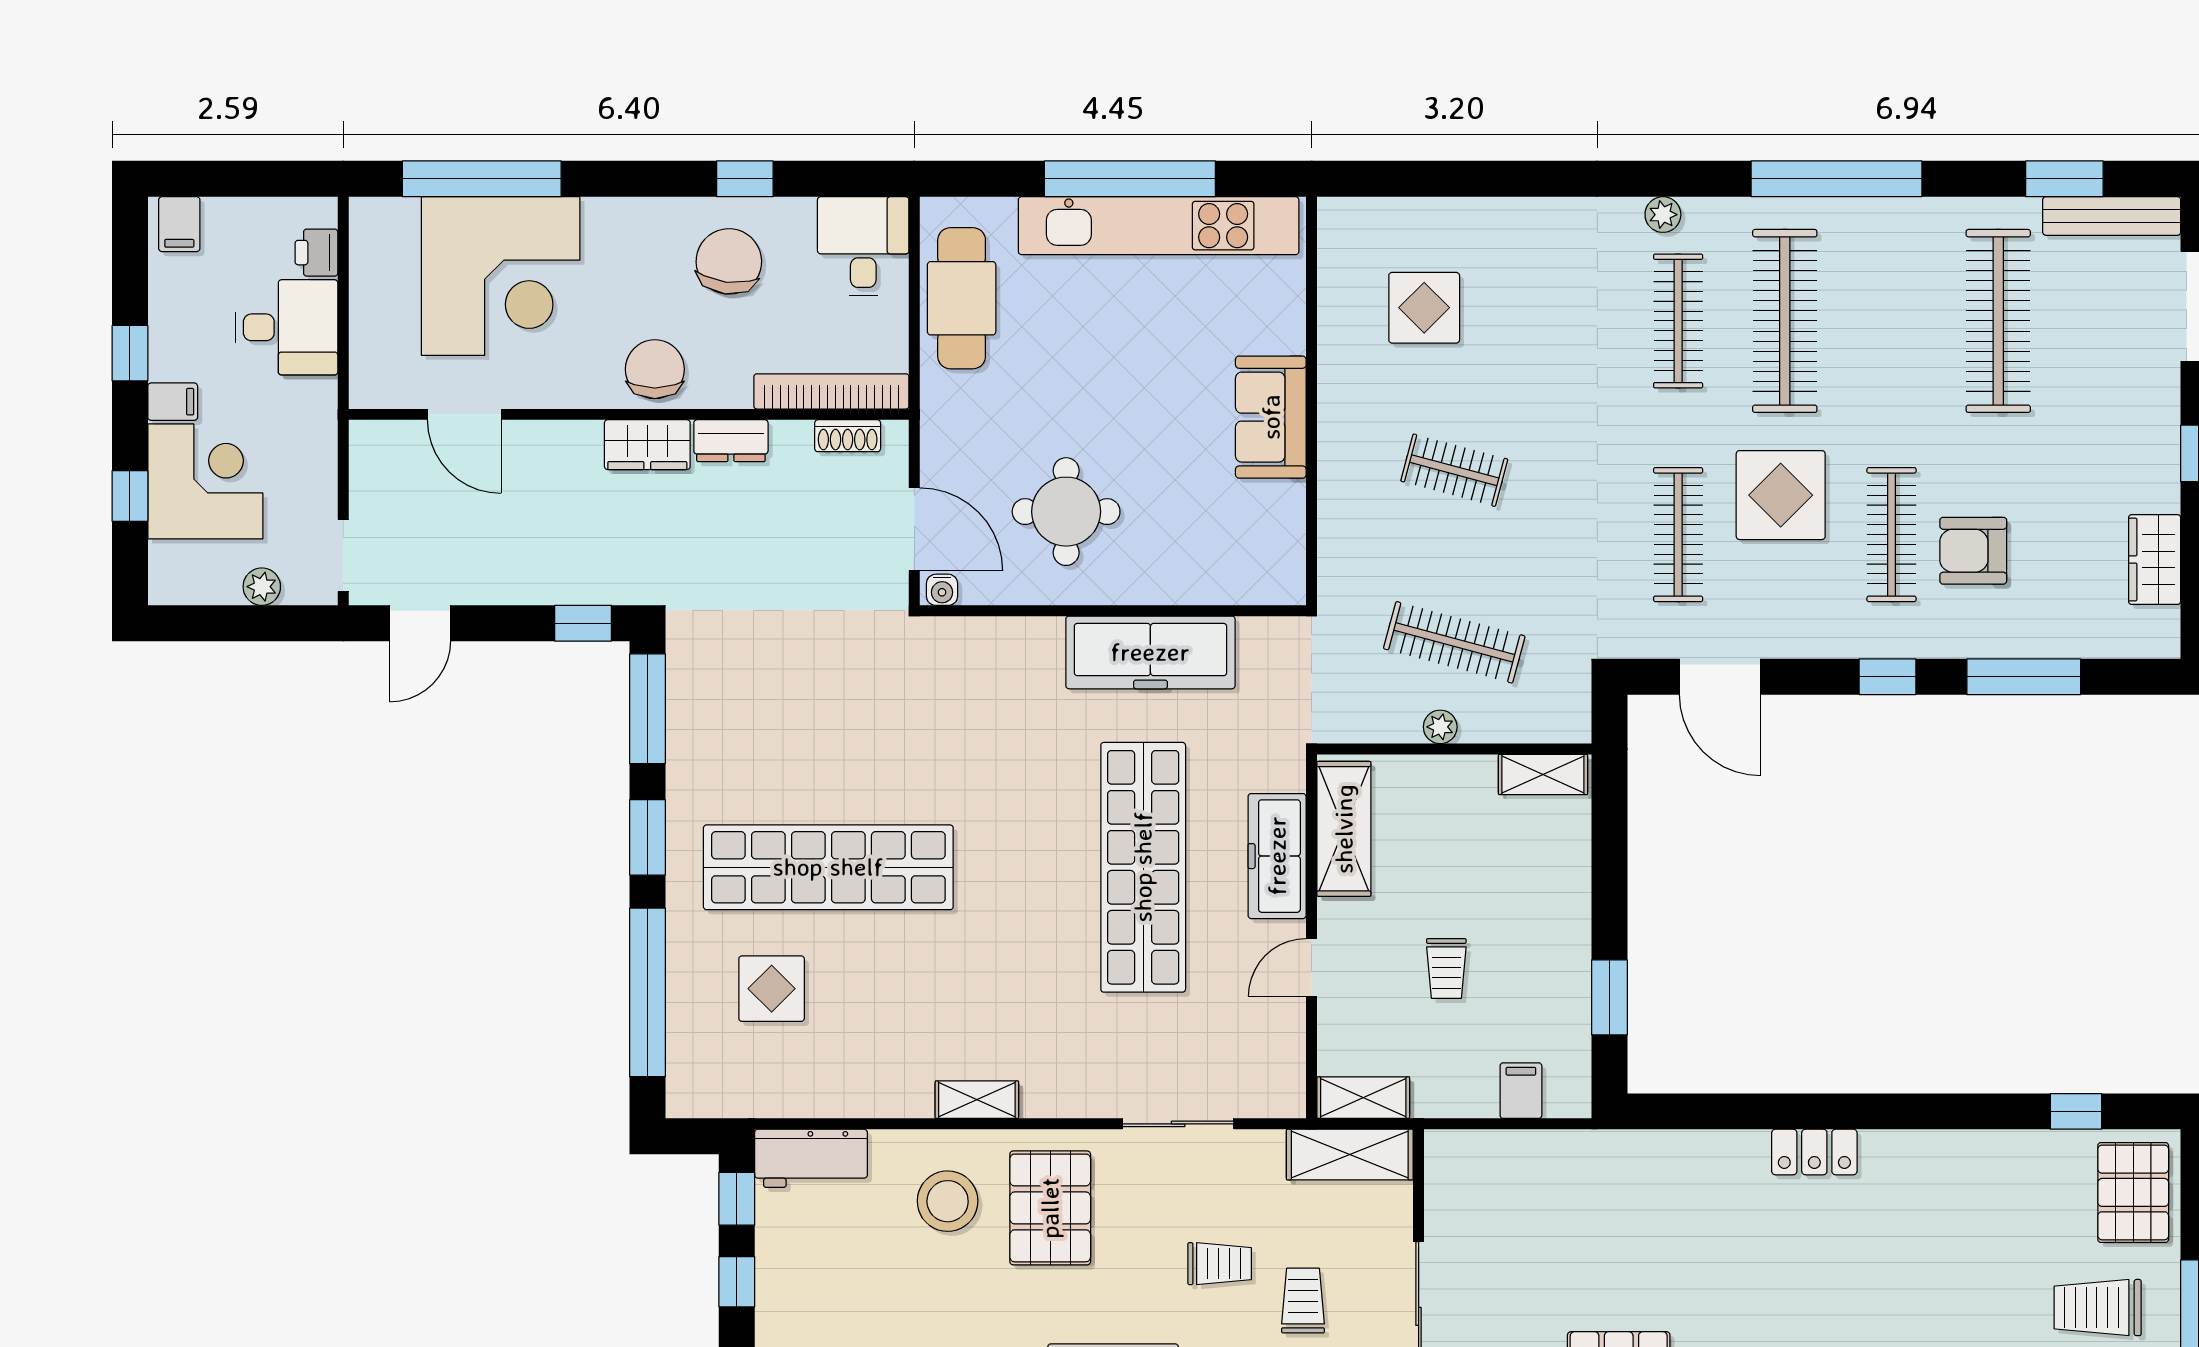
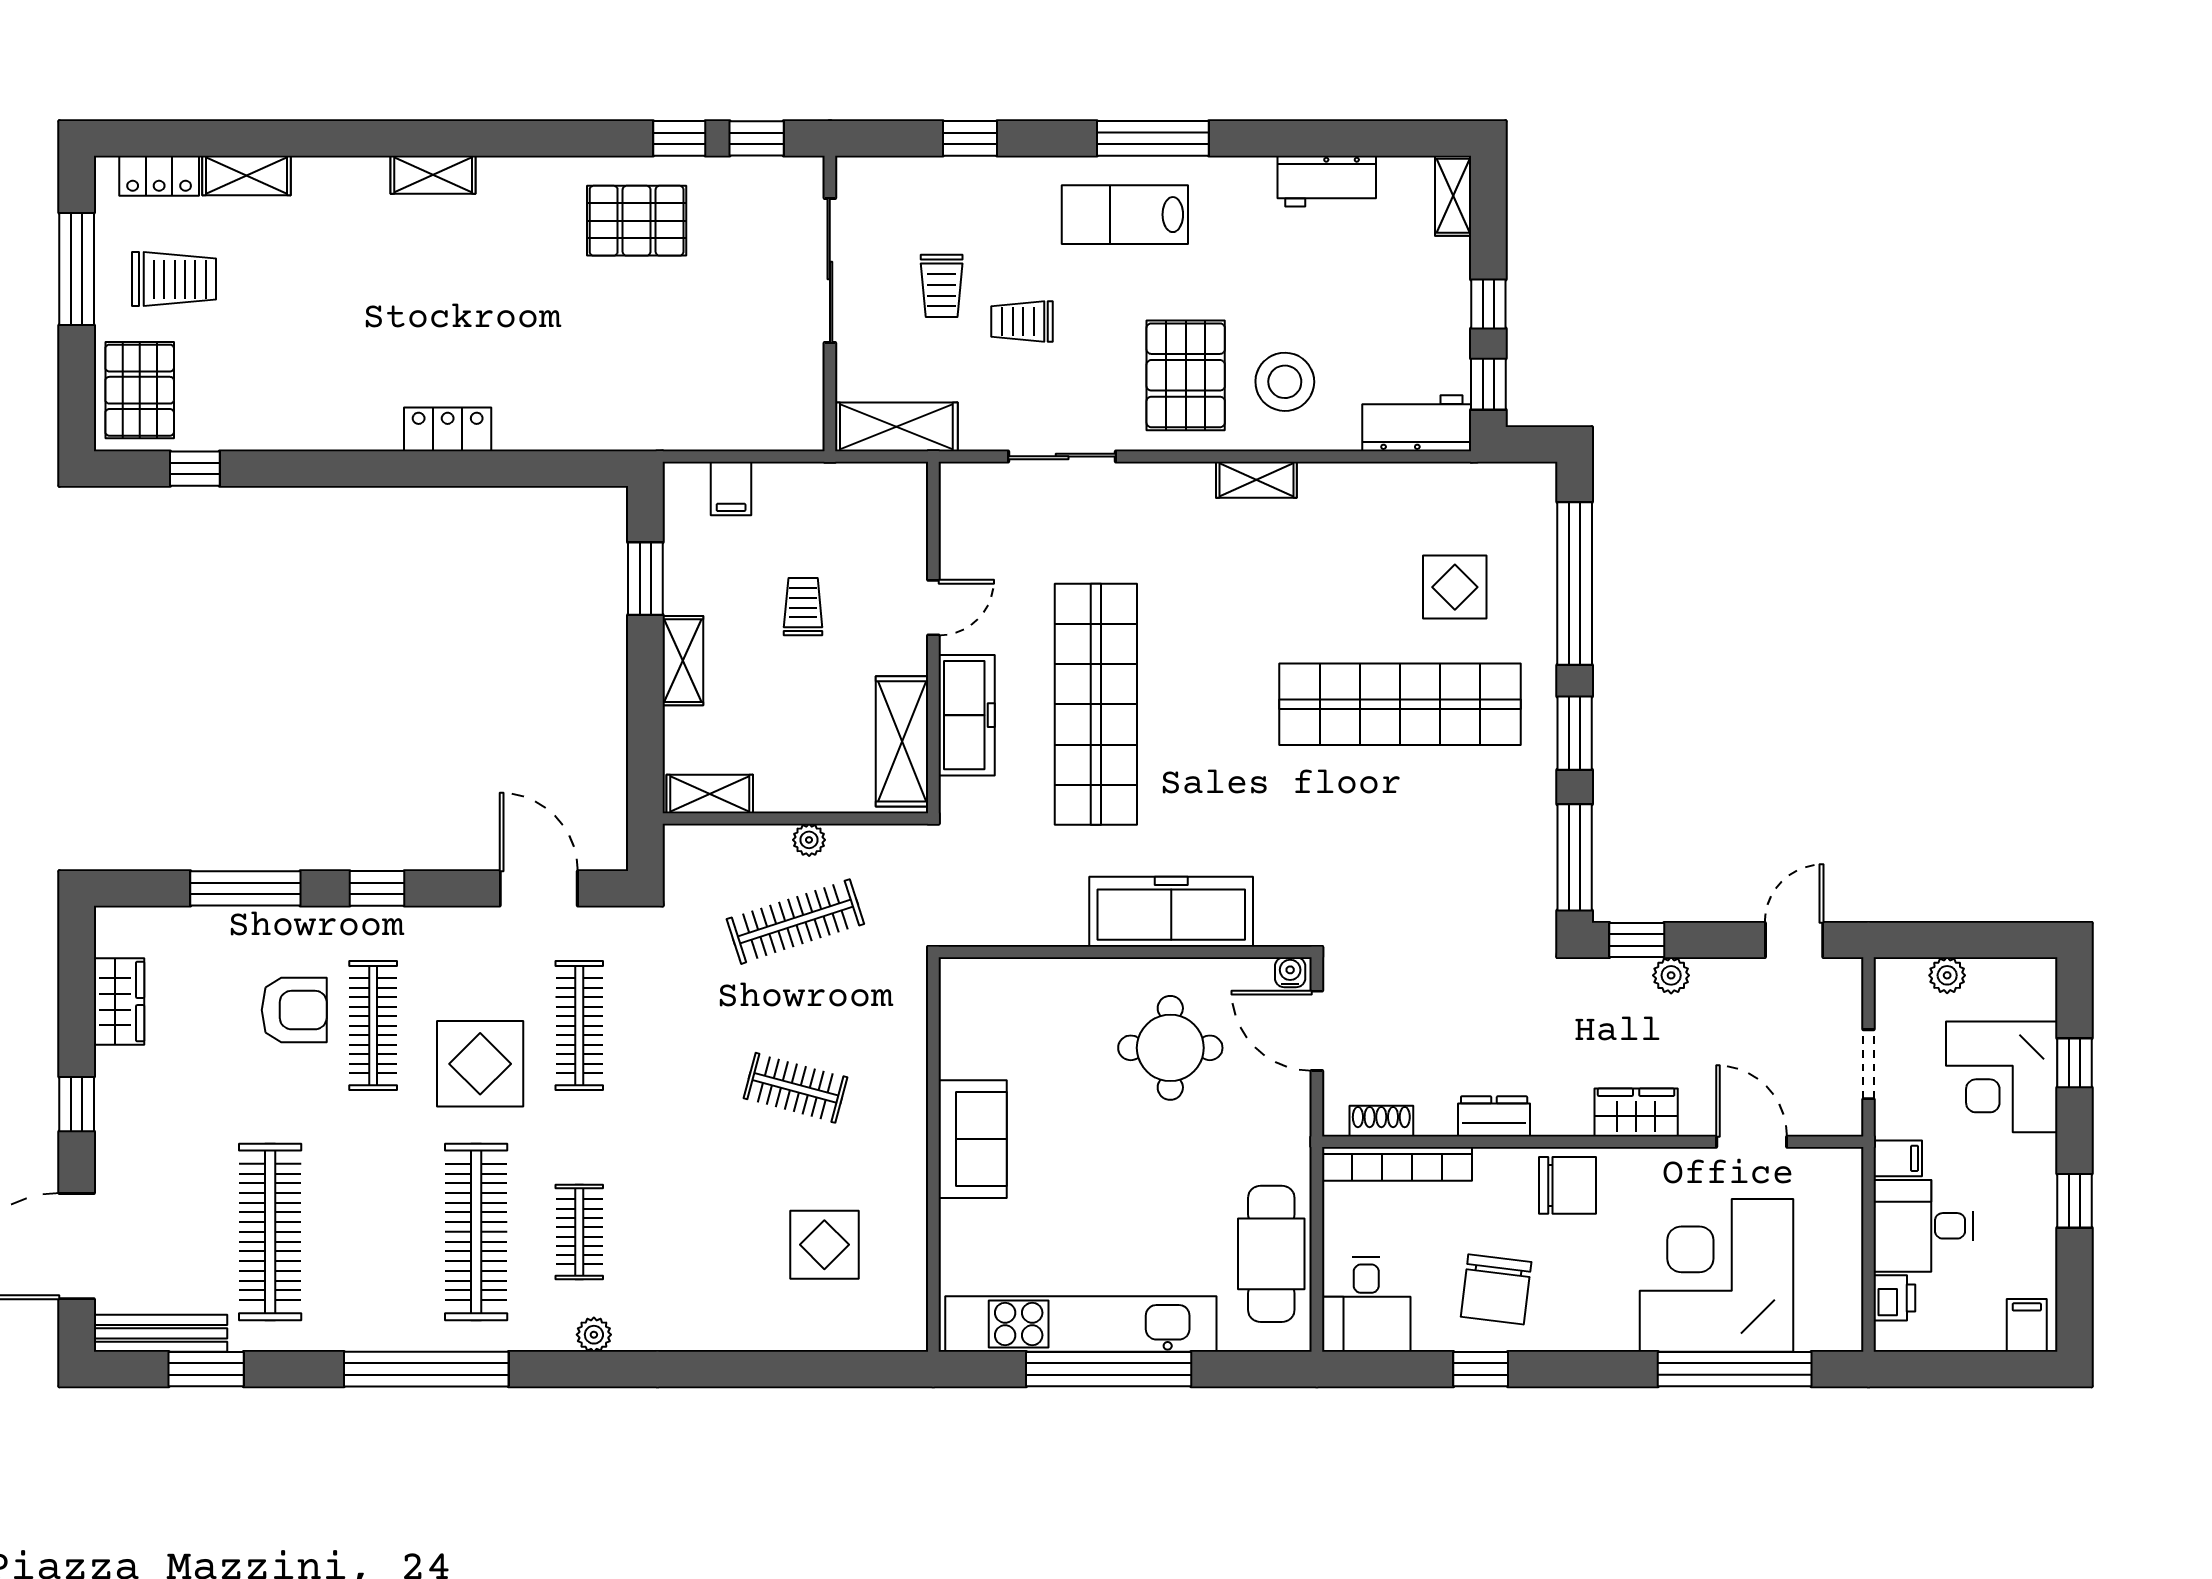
clothes rail: (1678, 321) -> (579, 1232), width x0.73
chair: (655, 369) -> (1567, 1185), turned -90
filing cabinet: (173, 402) -> (1898, 1158), moved, turned 180
wardrobe: (647, 445) -> (1636, 1112), moved
doorway: (343, 556) -> (1868, 1064), moved
plant: (548, 587) -> (1671, 975), added
clothes rail: (1454, 642) -> (795, 922), turned -33
freezer: (1150, 652) -> (1171, 912), moved
shelving: (1363, 1098) -> (683, 661), moved, turned 90

